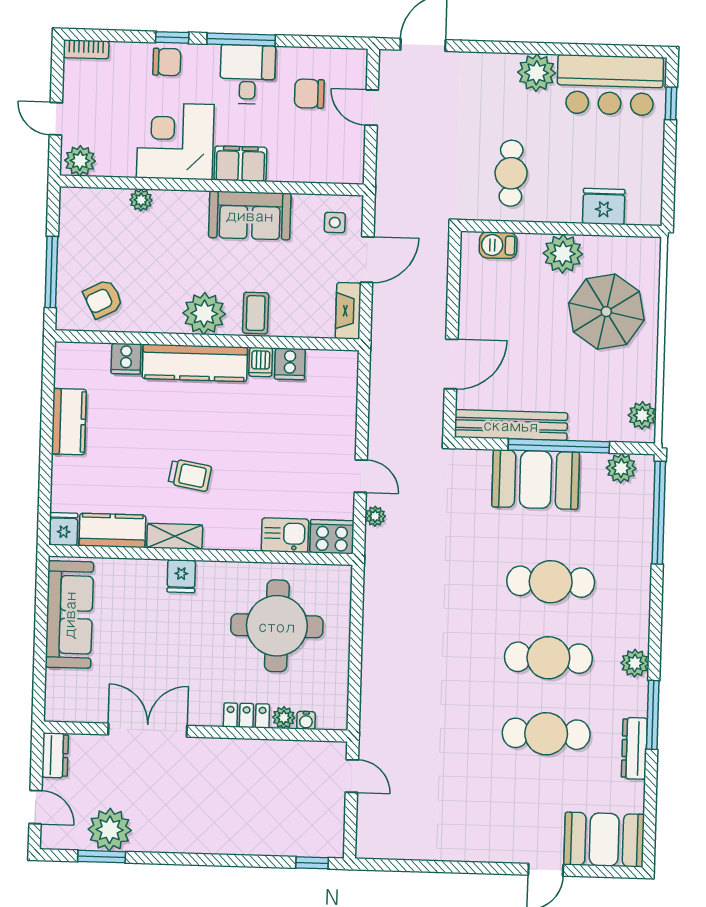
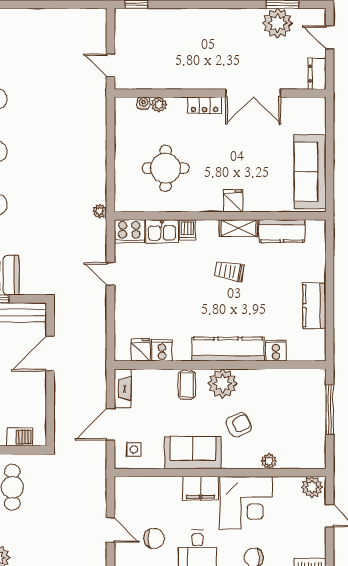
armchair: (103, 299) -> (239, 425), moved
dishwasher: (261, 362) -> (188, 230), moved, turned 180
plant: (375, 516) -> (100, 211), moved
fridge: (64, 529) -> (141, 350), moved, turned 180
round table: (277, 626) -> (166, 168), width x0.73, depth x0.73
locker: (246, 715) -> (204, 105), moved

